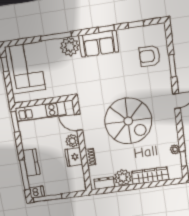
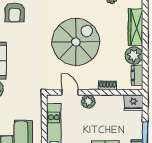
door: (78, 122) -> (70, 92), swing flipped
fridge: (74, 157) -> (133, 103), moved

